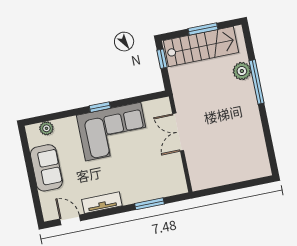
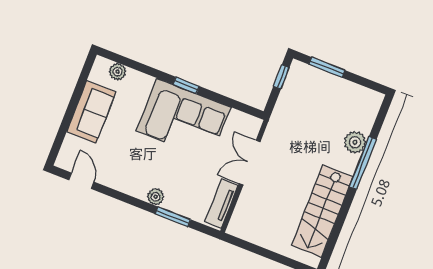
window: (203, 29) -> (327, 67), moved
stairs: (201, 47) -> (322, 211), moved, turned 90
plant: (129, 198) -> (156, 197), added
tv unit: (102, 203) -> (221, 204), moved, turned -90

